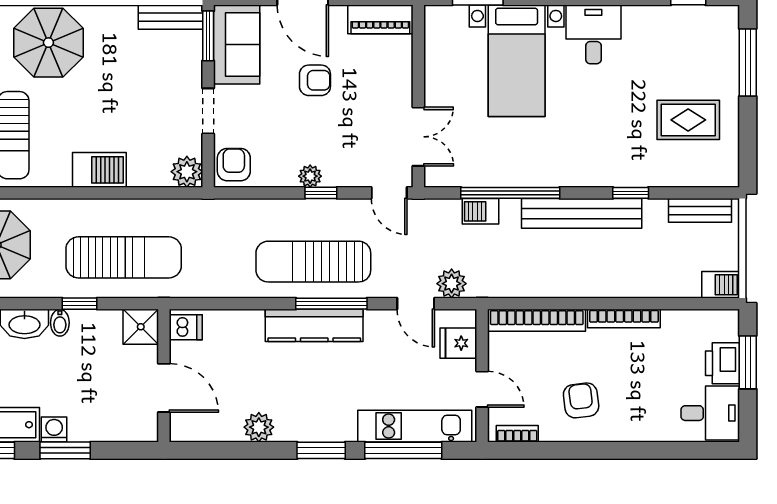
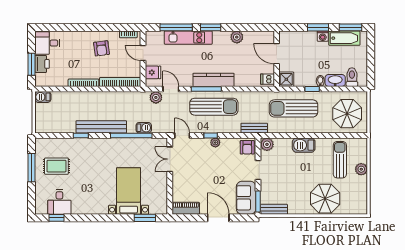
desk: (593, 34) -> (59, 202), moved
window: (748, 62) -> (31, 168), moved
armchair: (315, 80) -> (213, 183), removed
bench: (700, 210) -> (254, 128), moved
kitchen unit: (415, 426) -> (188, 38), moved

